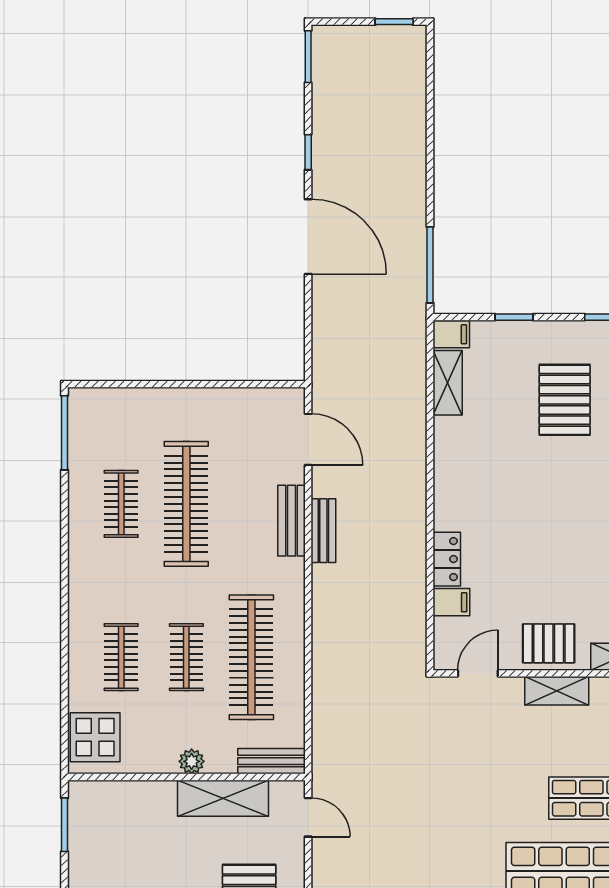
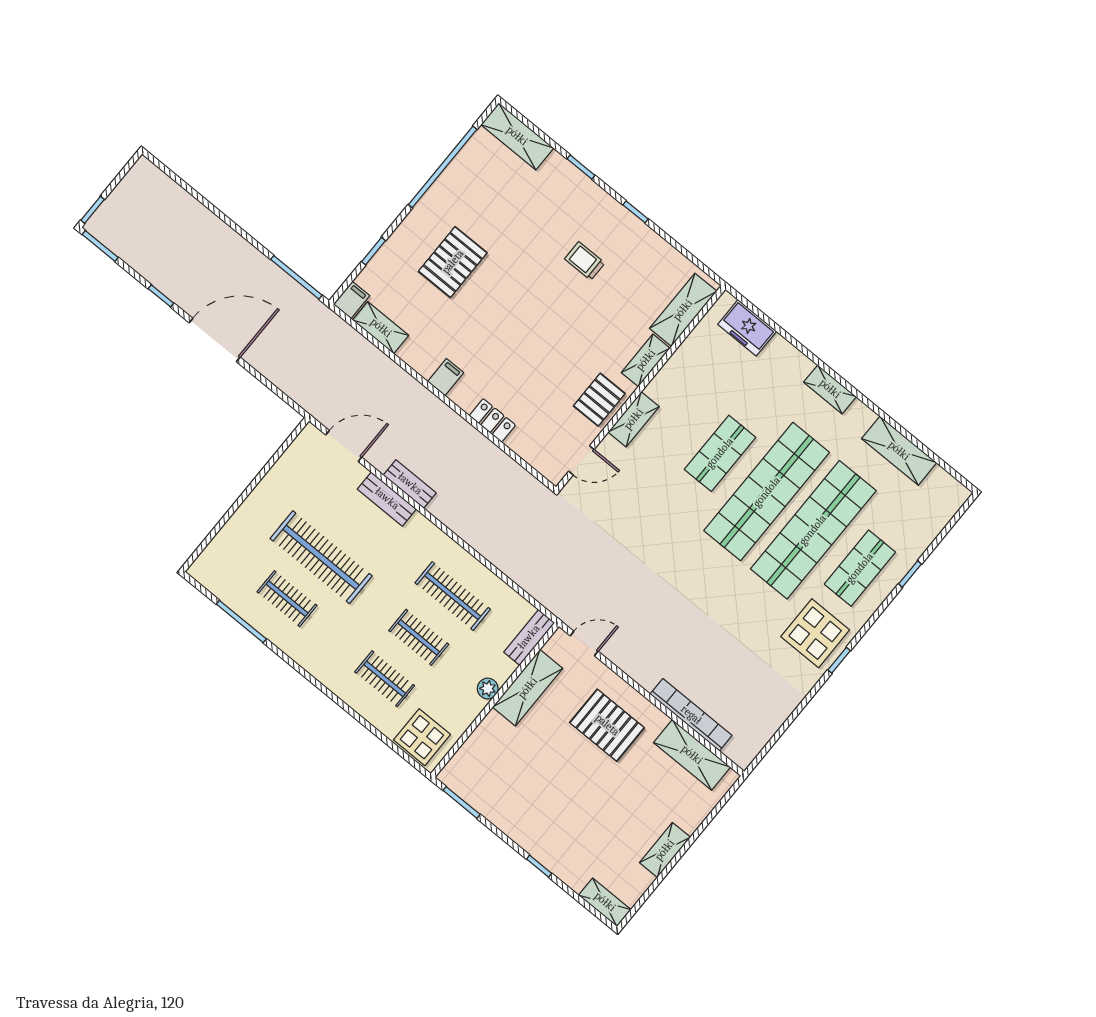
window: (394, 22) -> (93, 210), moved
pallet: (565, 400) -> (453, 262), turned 90
window: (64, 433) -> (241, 622), moved
filing cabinet: (451, 602) -> (446, 377), moved
clothes rail: (251, 657) -> (453, 596), width x0.73, depth x0.76
door: (478, 673) -> (581, 460), swing flipped

